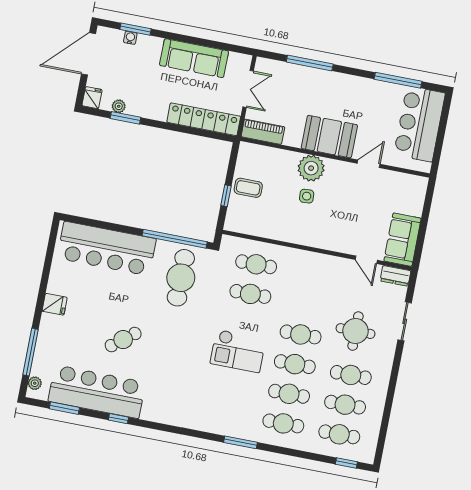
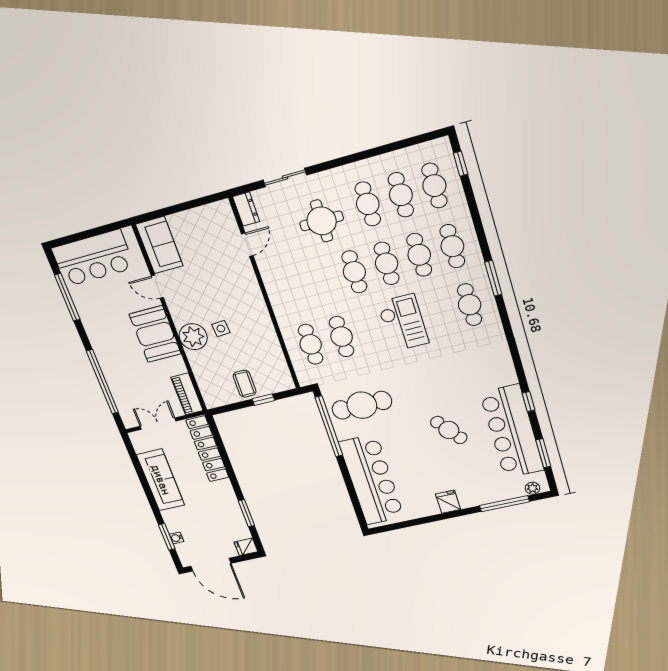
window: (310, 63) -> (102, 382), width x1.46
plant: (119, 106) -> (240, 523), removed
sofa: (402, 240) -> (159, 245), moved, turned -90
cafe table: (227, 413) -> (470, 305), added

